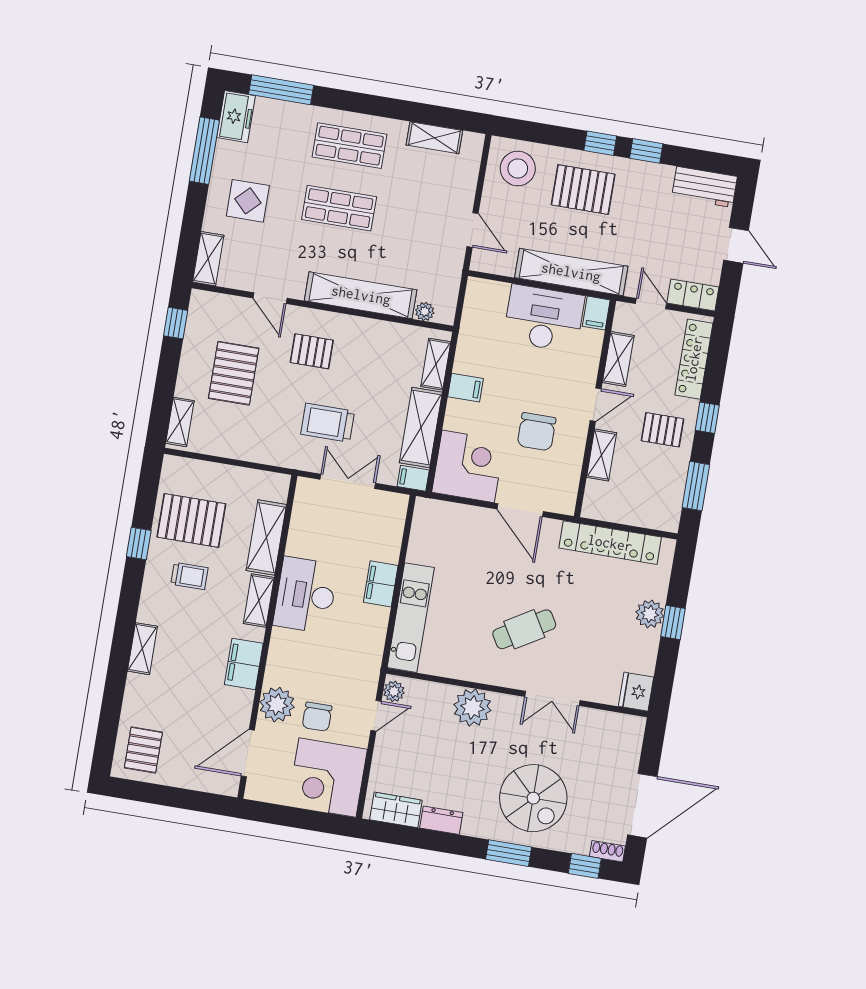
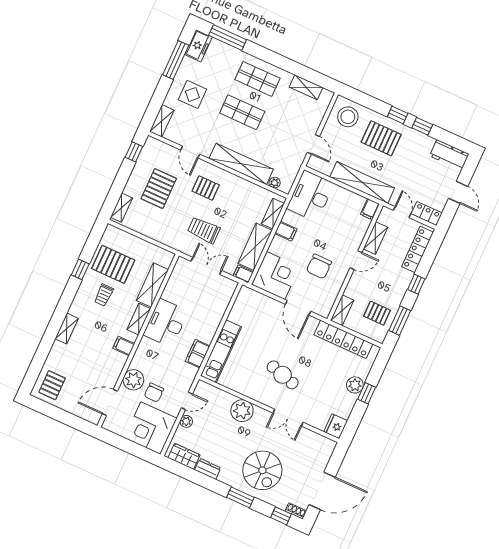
desk: (544, 318) -> (310, 196), moved, turned -90
pallet: (663, 430) -> (377, 313), moved
shelving: (602, 455) -> (342, 310), moved
trolley: (189, 576) -> (104, 295), turned 90
filing cabinet: (381, 584) -> (198, 354), moved
cafe table: (524, 629) -> (283, 375), turned 47
filing cabinet: (244, 664) -> (124, 346), width x0.50
plant: (394, 691) -> (186, 421), moved

